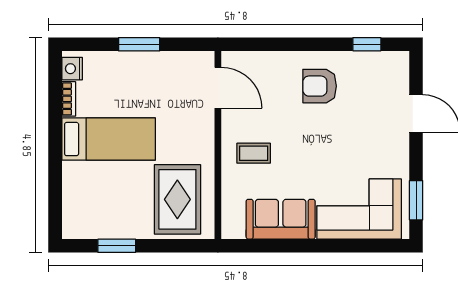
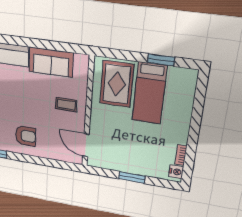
bed: (109, 139) -> (149, 93), moved, turned -90

